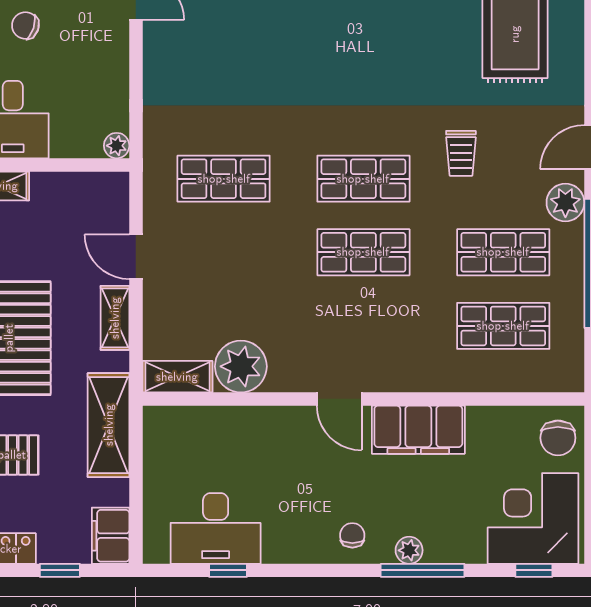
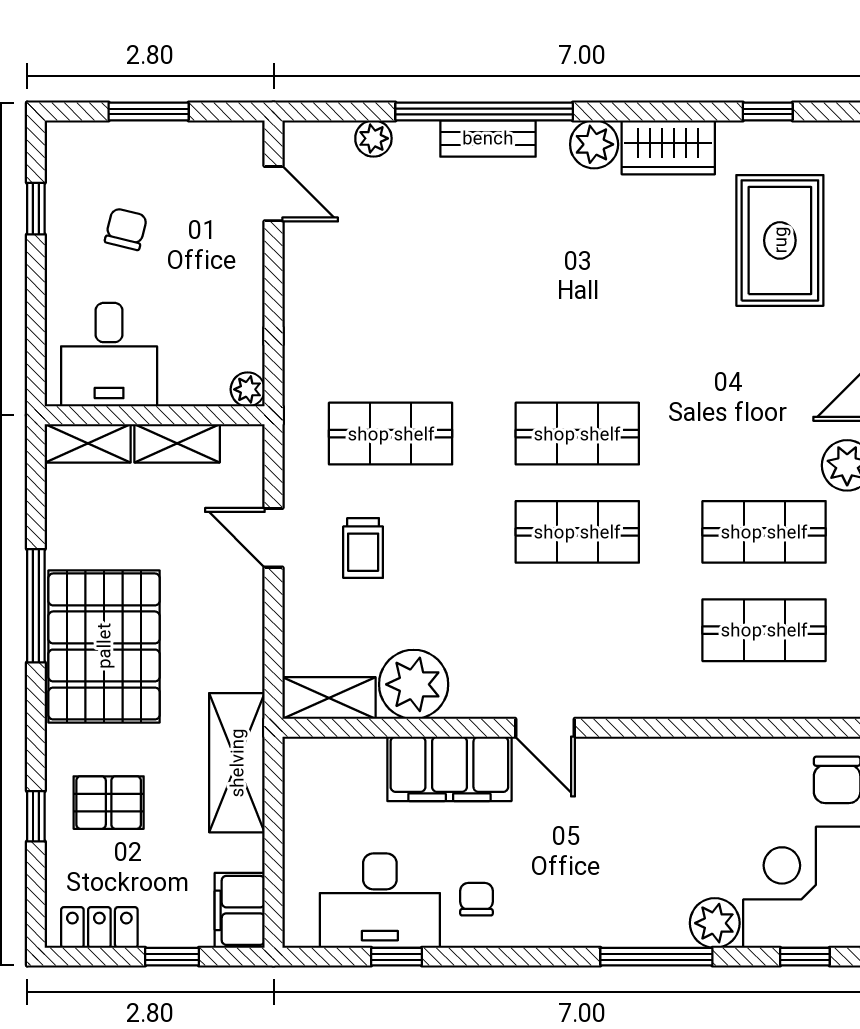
chair: (25, 26) -> (126, 229), turned 86
trolley: (461, 153) -> (363, 548), moved
shelving: (115, 318) -> (177, 443), moved, turned 90
filing cabinet: (418, 430) -> (449, 769), moved
chair: (352, 535) -> (476, 899), moved
plant: (409, 550) -> (715, 923), moved, width x1.38, depth x1.38

